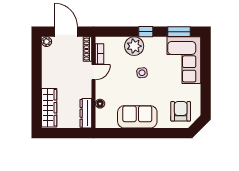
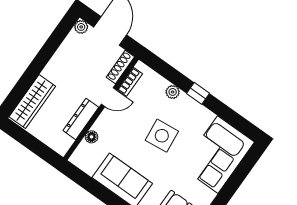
window: (179, 32) -> (235, 119), removed
plant: (134, 46) -> (173, 92), width x0.53, depth x0.53
side table: (142, 73) -> (162, 136), width x1.87, depth x1.87
dresser: (86, 113) -> (81, 119), moved

